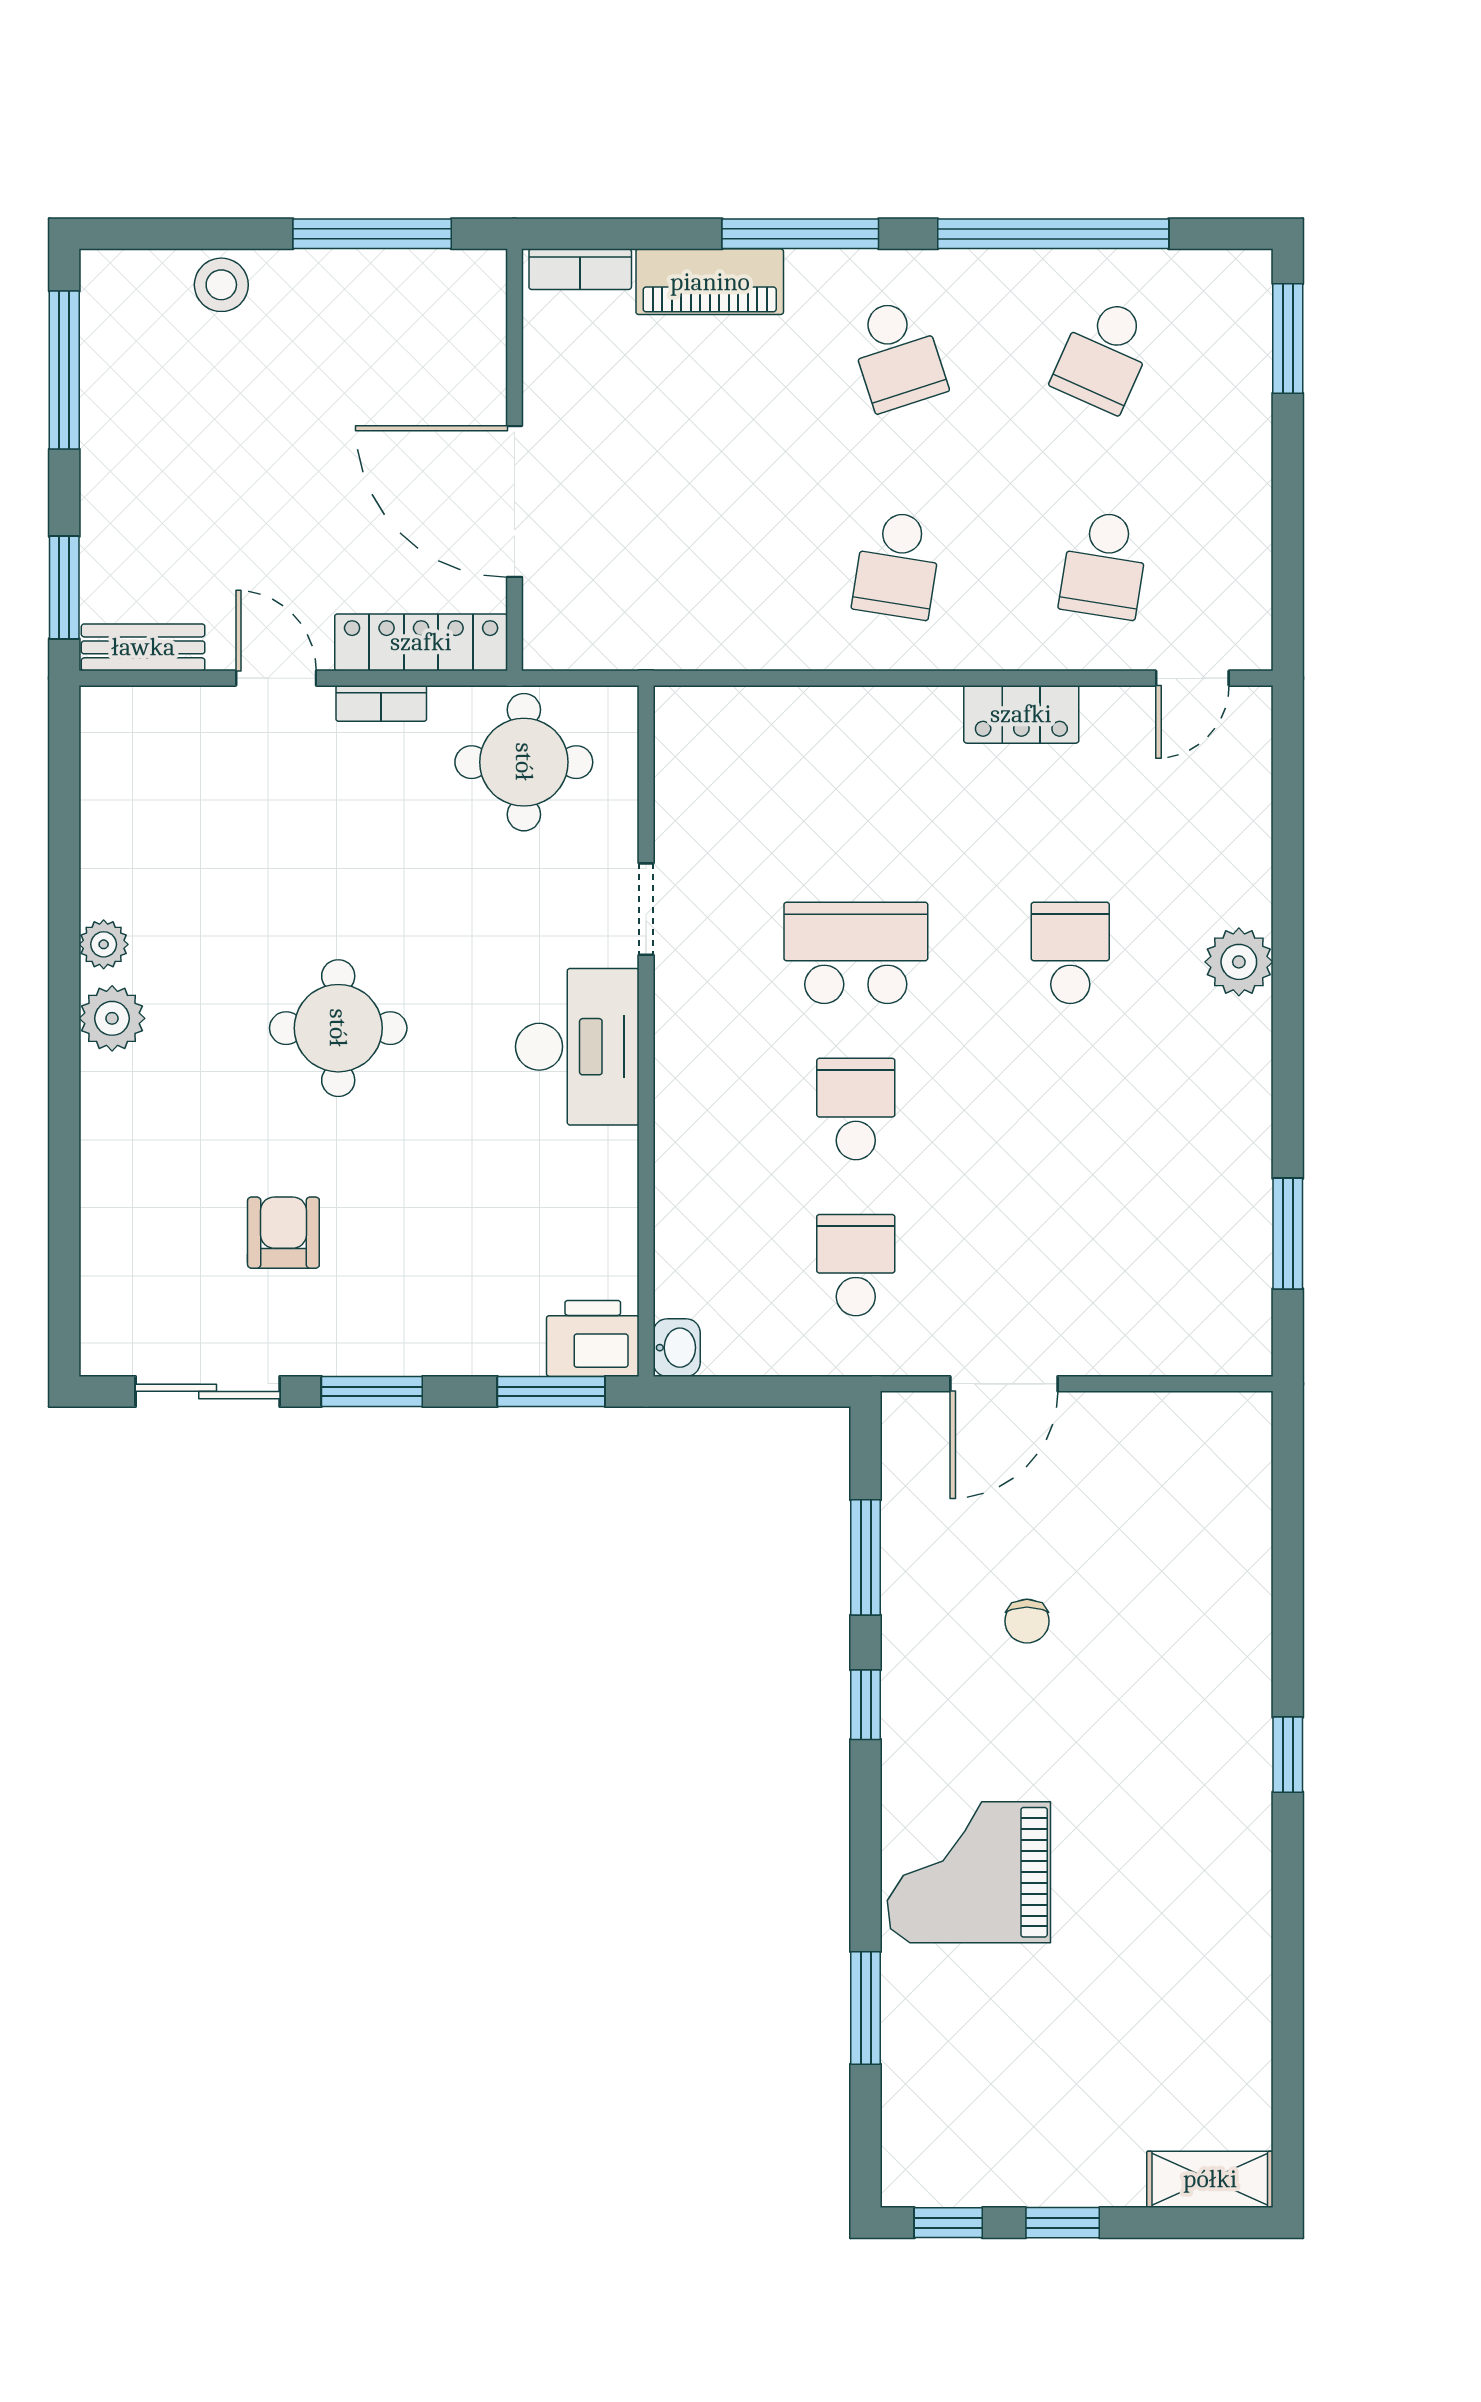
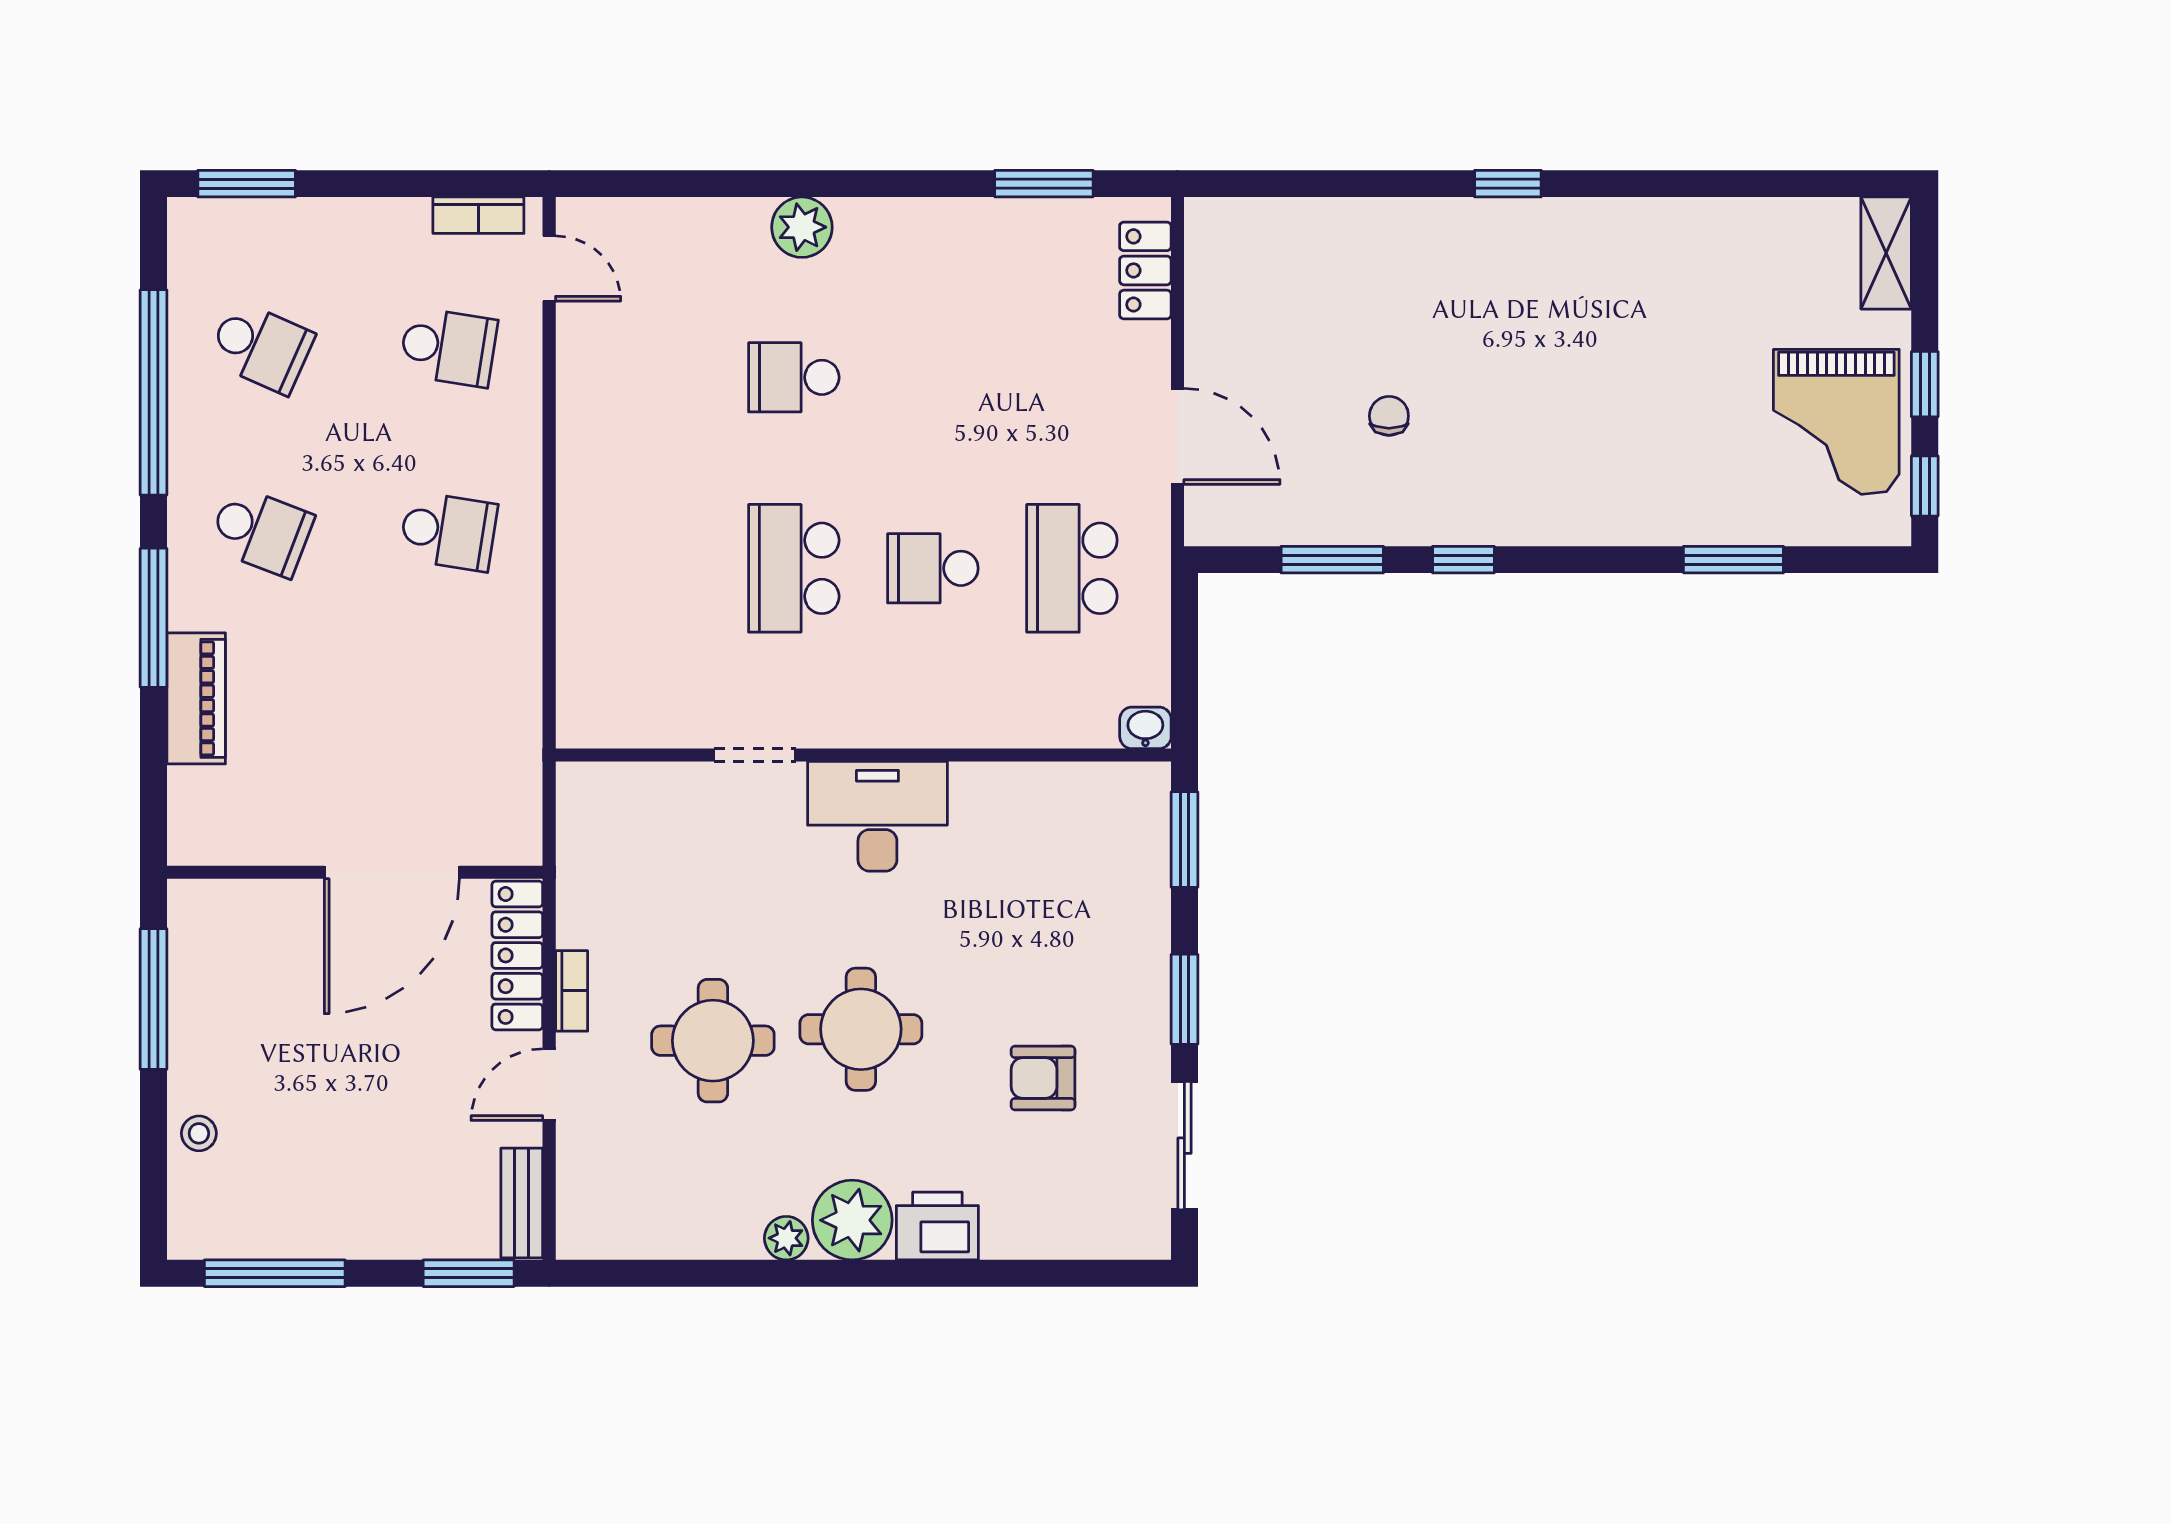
bookcase: (580, 269) -> (478, 215), moved, turned 90
stool: (221, 285) -> (199, 1133), width x0.73, depth x0.73
school desk: (897, 355) -> (261, 531), turned 39
locker: (1021, 714) -> (1145, 270), moved, turned 180
round table: (524, 762) -> (713, 1041), moved
plant: (112, 1018) -> (852, 1220), width x1.36, depth x1.36
school desk: (856, 1265) -> (1072, 568), width x1.85
printer: (593, 1338) -> (937, 1226), moved, turned 90
chair: (1027, 1621) -> (1389, 416), turned -90
grand piano: (969, 1872) -> (1836, 422), moved

